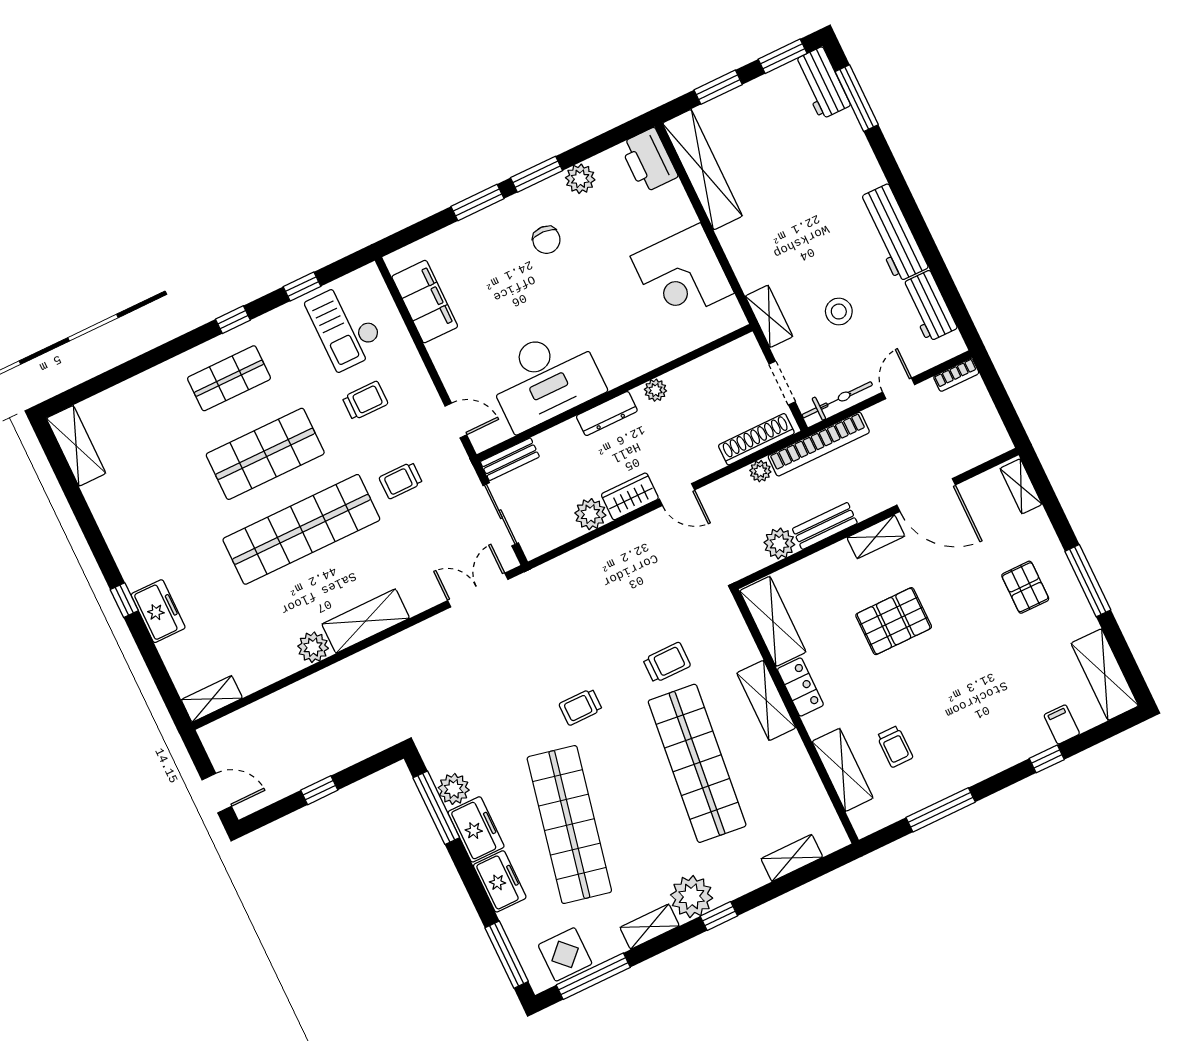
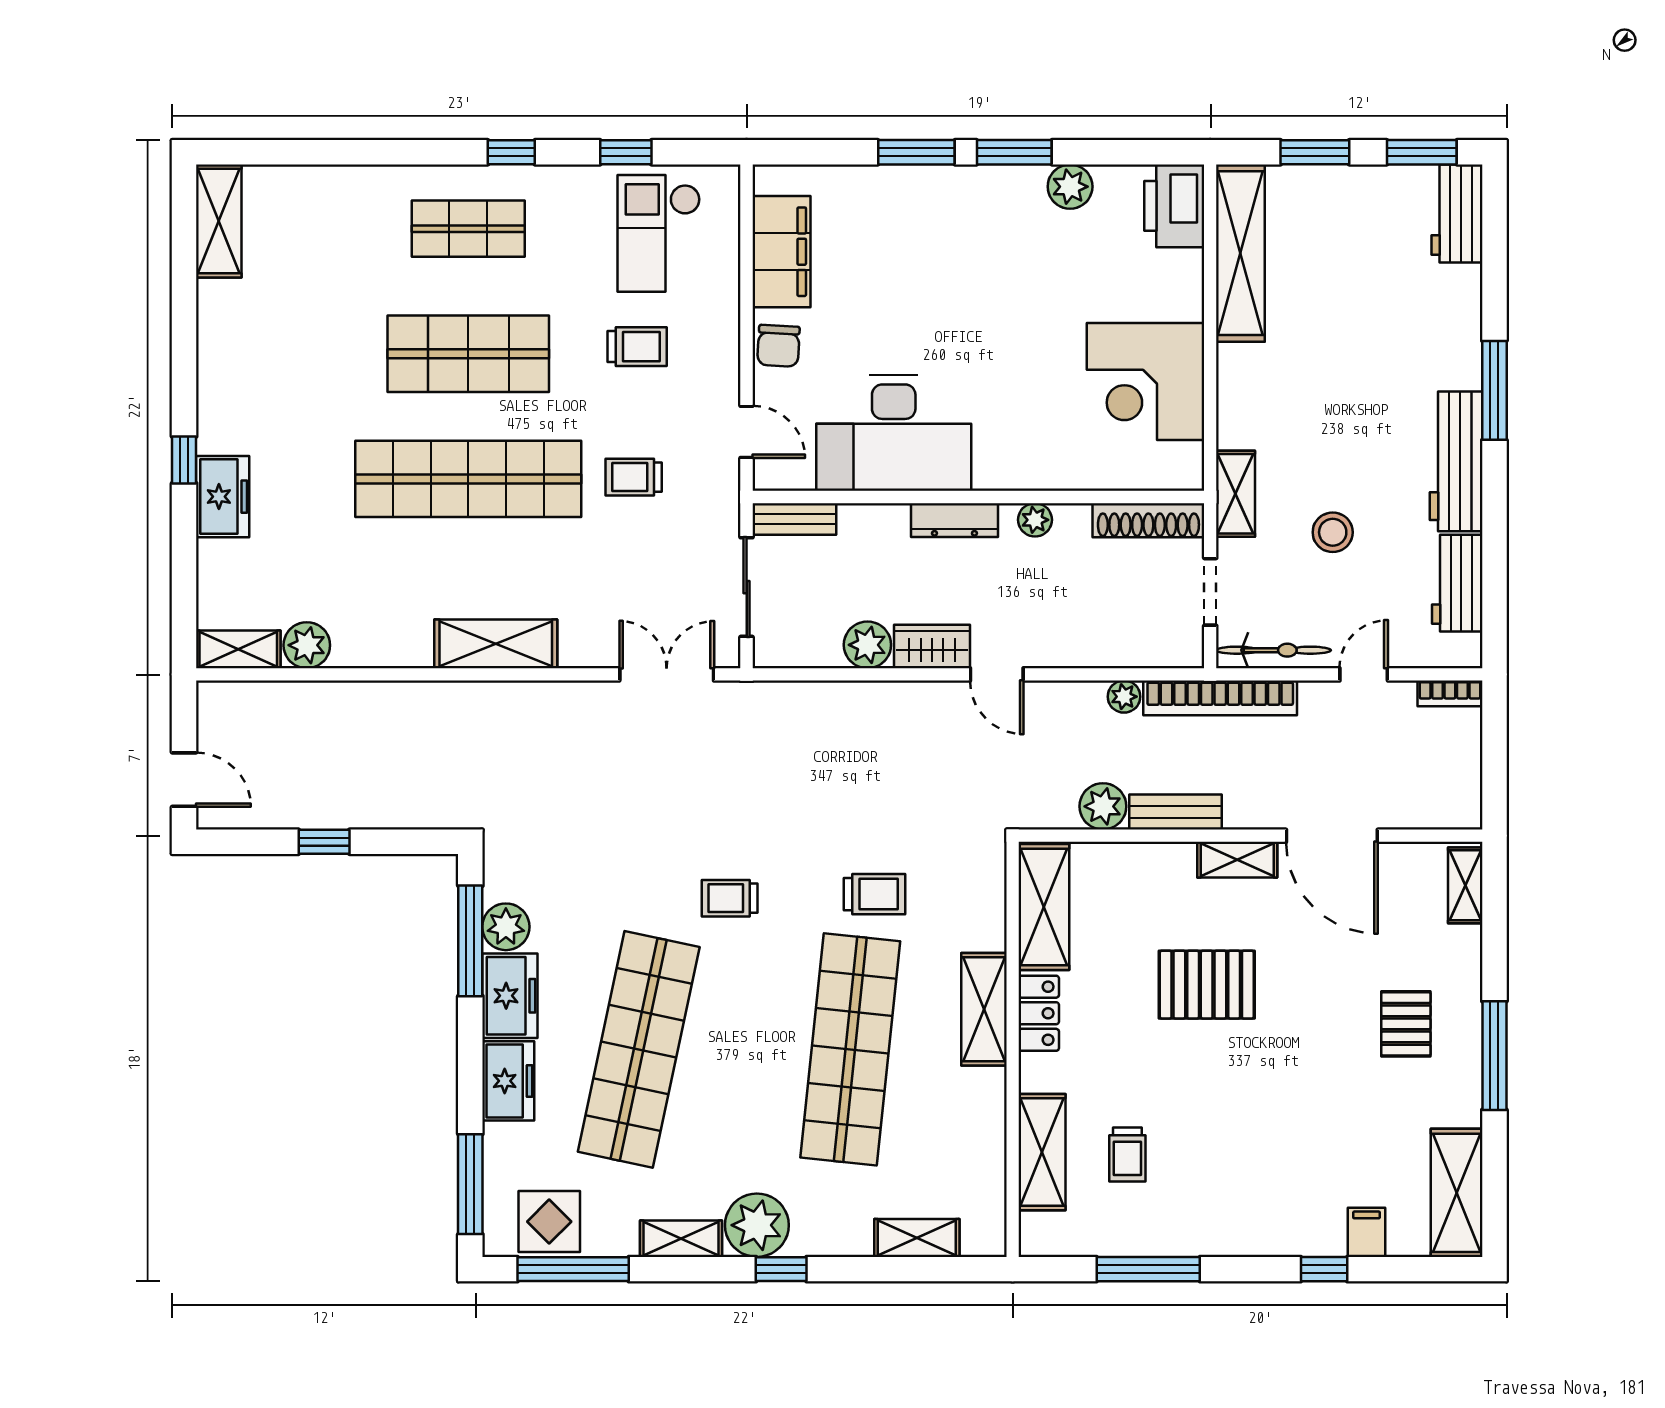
window: (857, 98) -> (1494, 390), moved
chair: (546, 240) -> (778, 346), moved
shoe rack: (756, 439) -> (1148, 520), moved, turned 180
plant: (313, 647) -> (307, 645), moved

